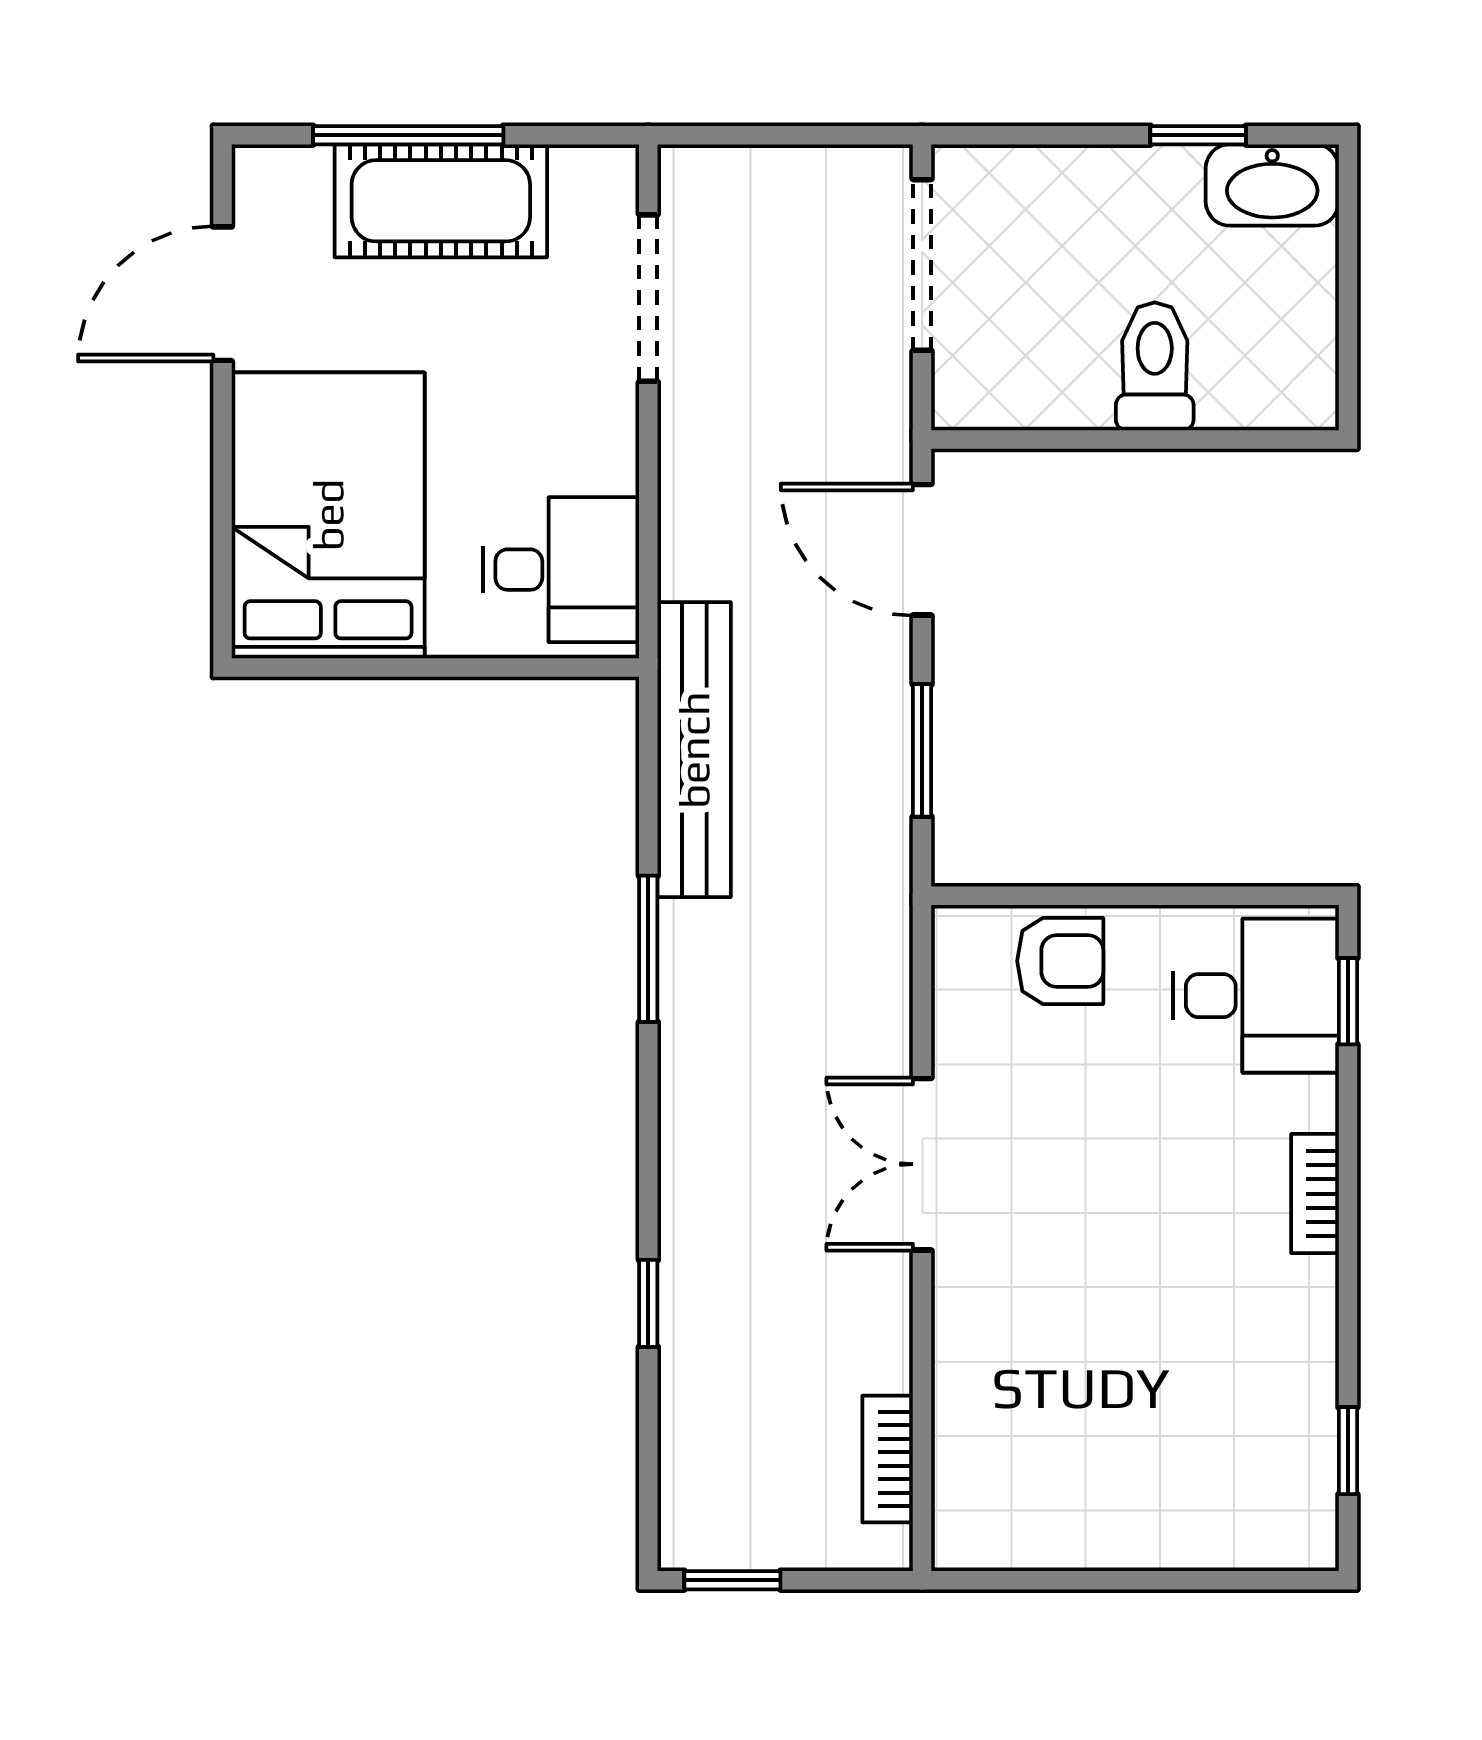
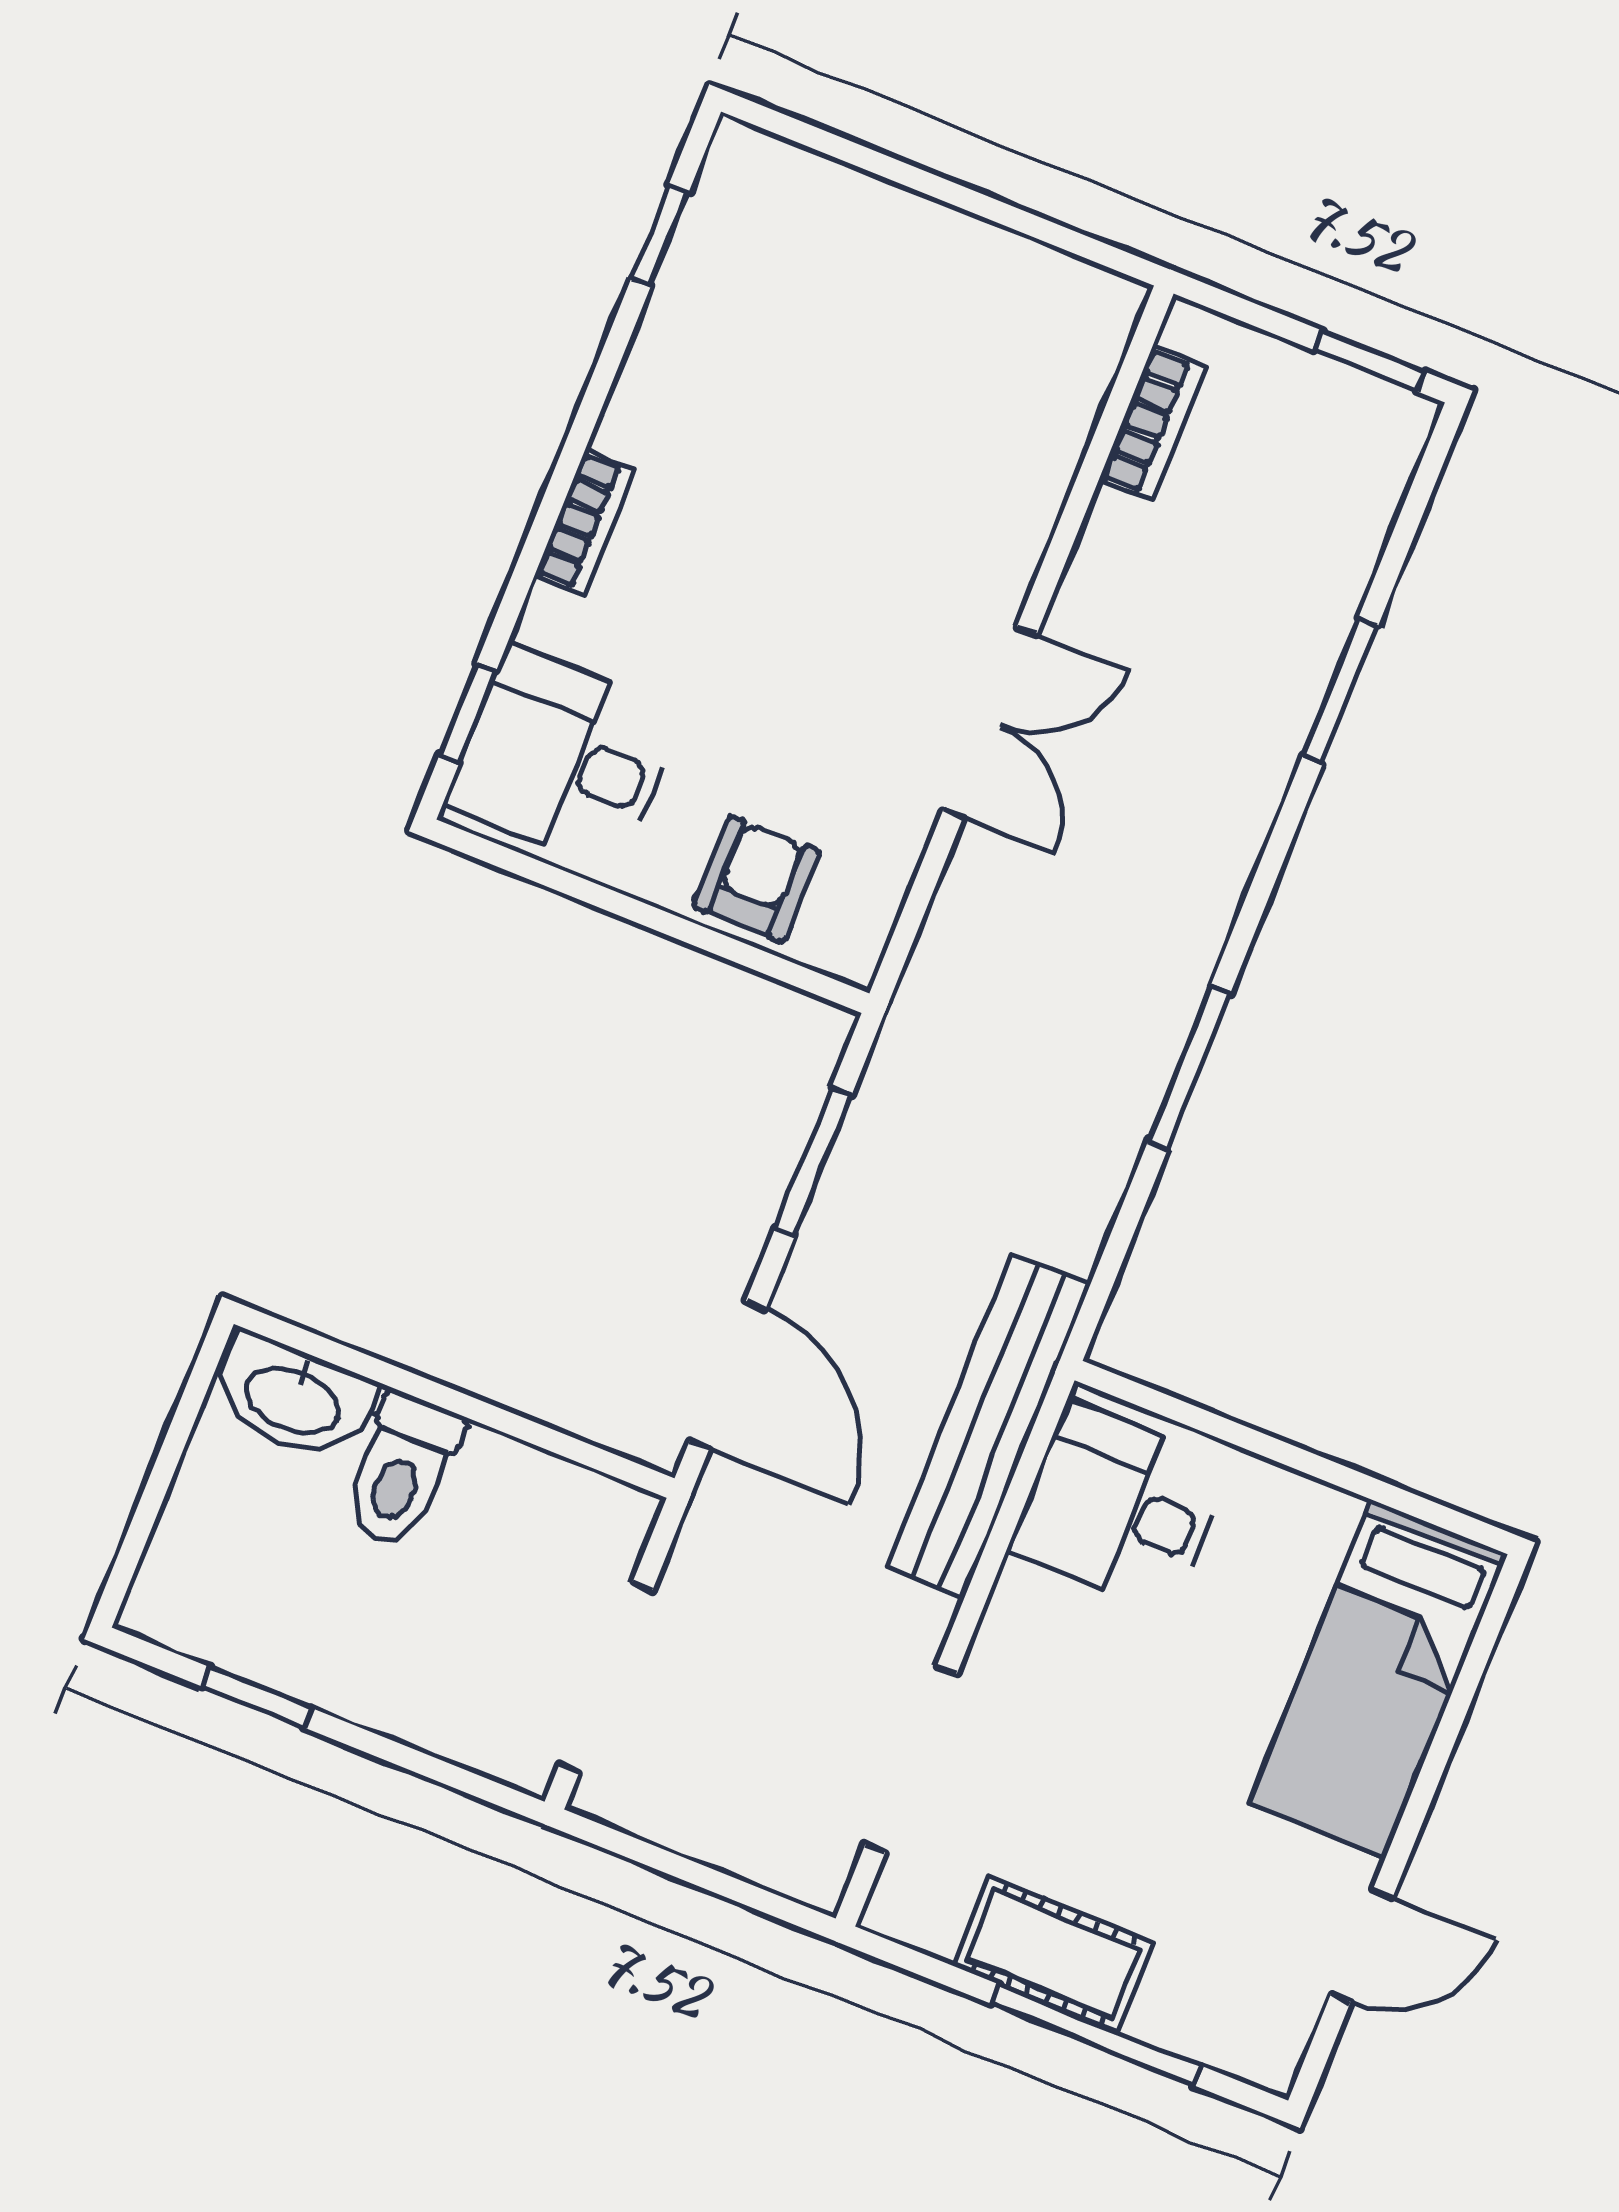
washbasin: (1272, 185) -> (293, 1398), moved, turned 180
cot: (441, 201) -> (1053, 1954), width x0.73, depth x0.75
door: (222, 294) -> (1362, 1946), width x0.73
bed: (328, 515) -> (1378, 1679), width x0.67
bench: (694, 750) -> (988, 1426), moved
armchair: (1060, 961) -> (756, 879), turned 90
window: (648, 1303) -> (1340, 691), width x1.50

